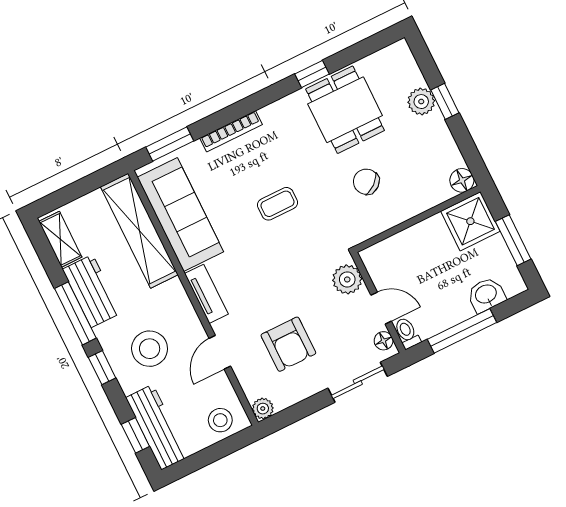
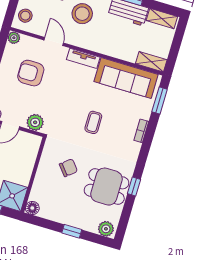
plant: (421, 102) -> (106, 229), moved
bookcase: (231, 131) -> (141, 131), width x0.64
shelving: (139, 231) -> (151, 62), width x0.45, depth x0.75

